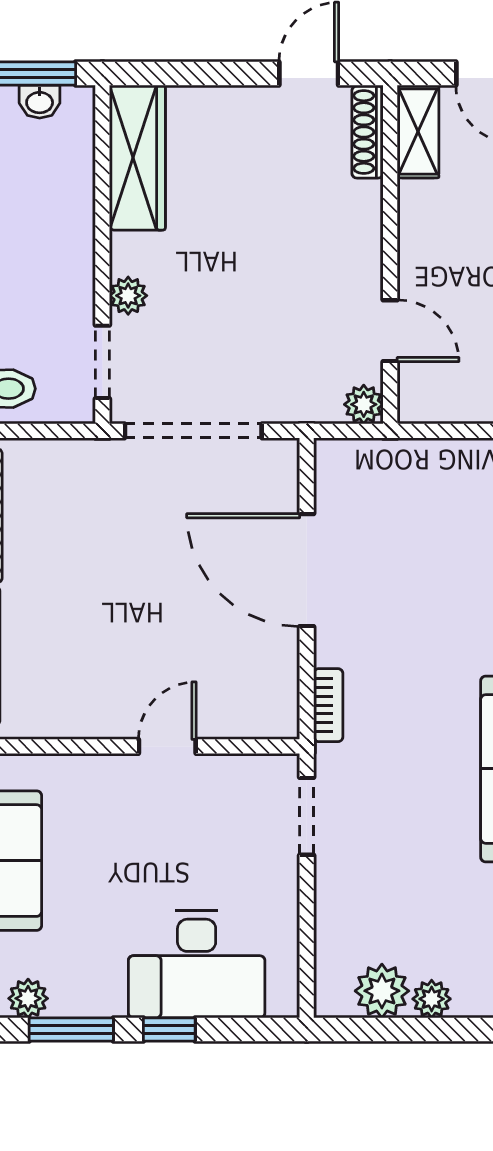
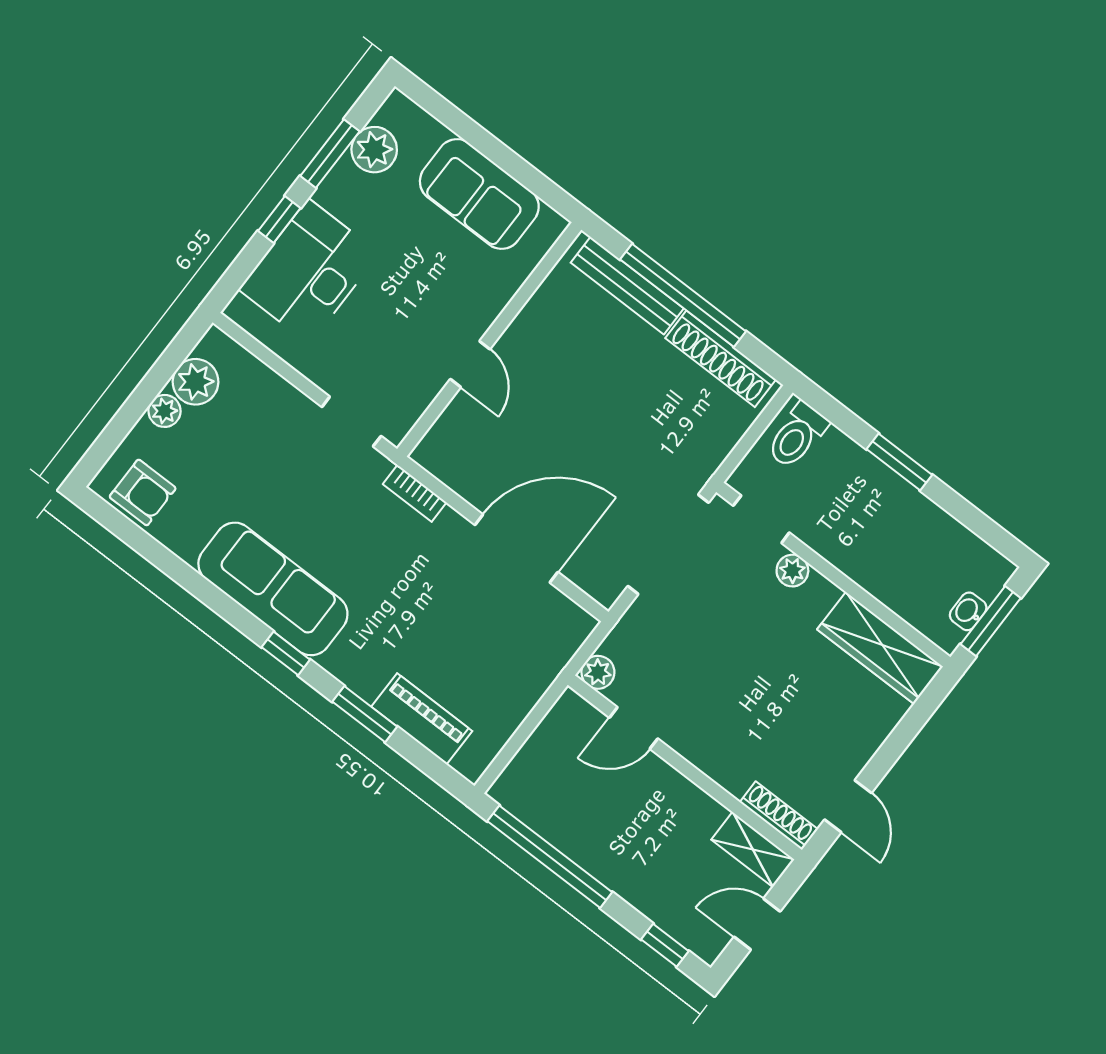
plant: (28, 998) -> (374, 150), width x1.38, depth x1.38

